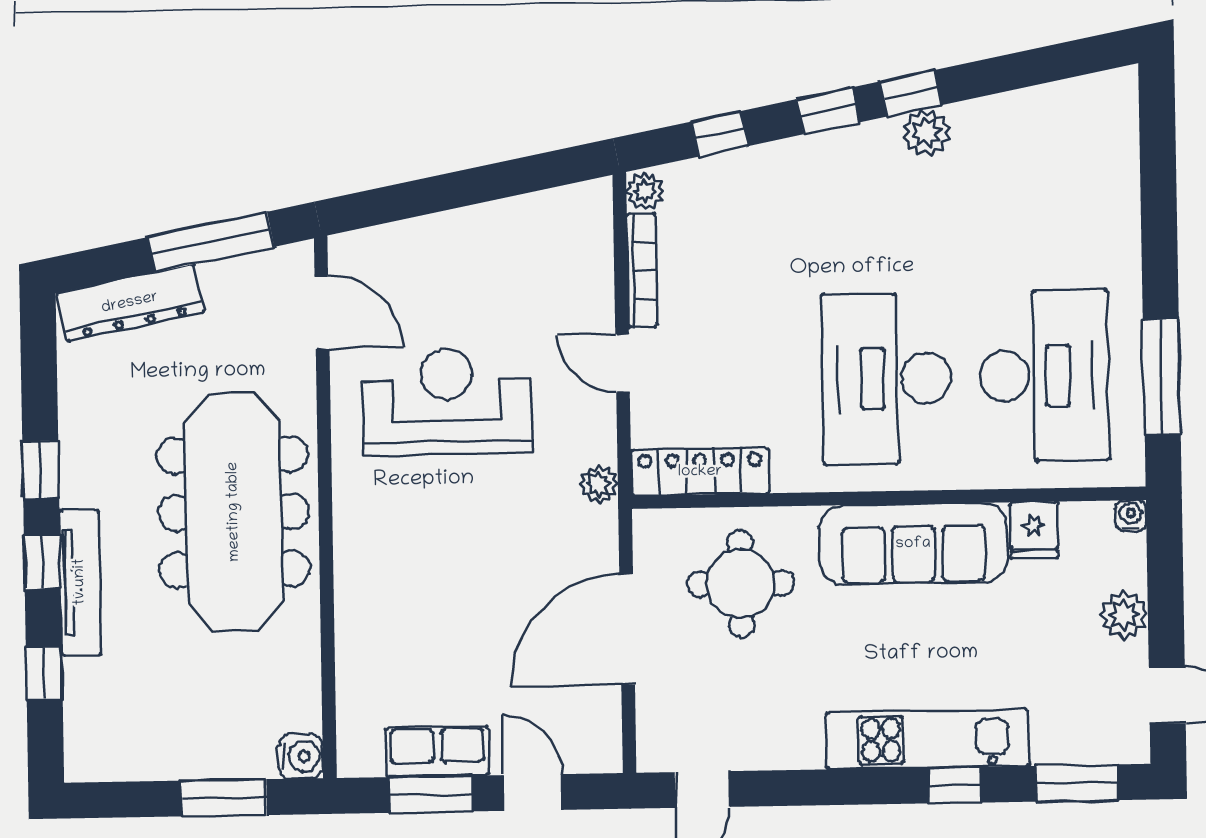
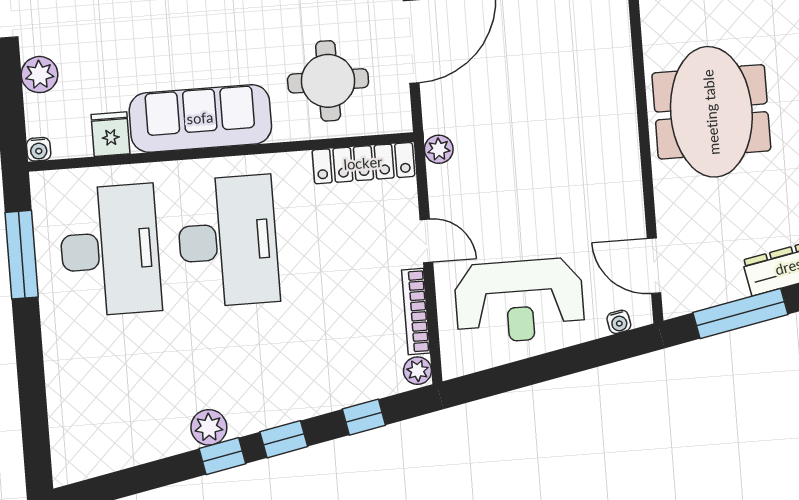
water cooler: (373, 240) -> (619, 322), added
desk: (1044, 376) -> (110, 250), turned 180
reception desk: (447, 401) -> (519, 301), moved
meeting table: (234, 512) -> (711, 112), width x0.73

